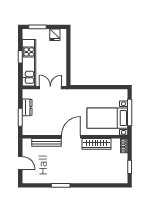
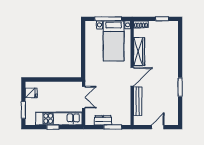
double door: (50, 88) -> (84, 97), swing flipped
door: (71, 137) -> (132, 77), swing flipped

